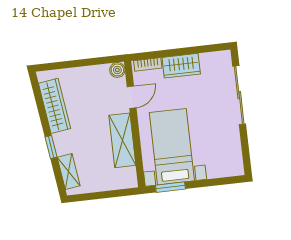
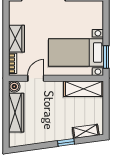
door: (132, 97) -> (36, 78), hinge flipped
wardrobe: (55, 106) -> (16, 113), moved, turned 98
shelving: (122, 140) -> (84, 89), moved

